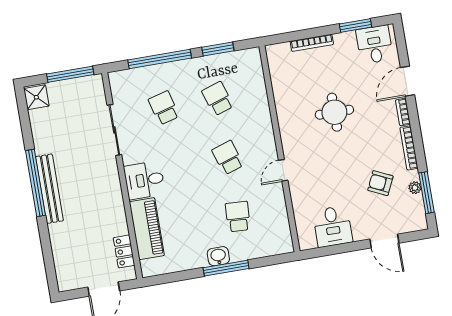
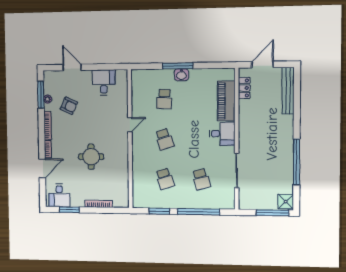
window: (70, 74) -> (272, 213), moved
window: (36, 183) -> (297, 162), moved
bench: (49, 189) -> (288, 91), moved

